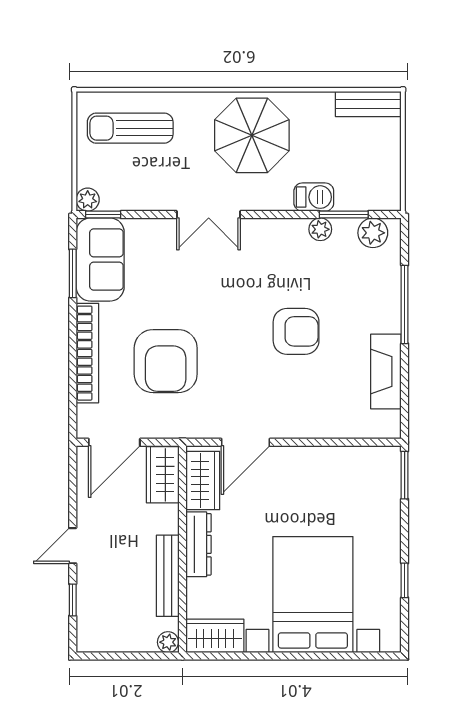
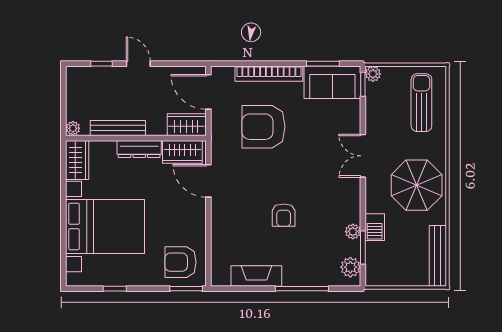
bench: (368, 104) -> (438, 256), width x1.36
armchair: (296, 331) -> (284, 215), width x0.72, depth x0.72
armchair: (365, 483) -> (180, 262), added

